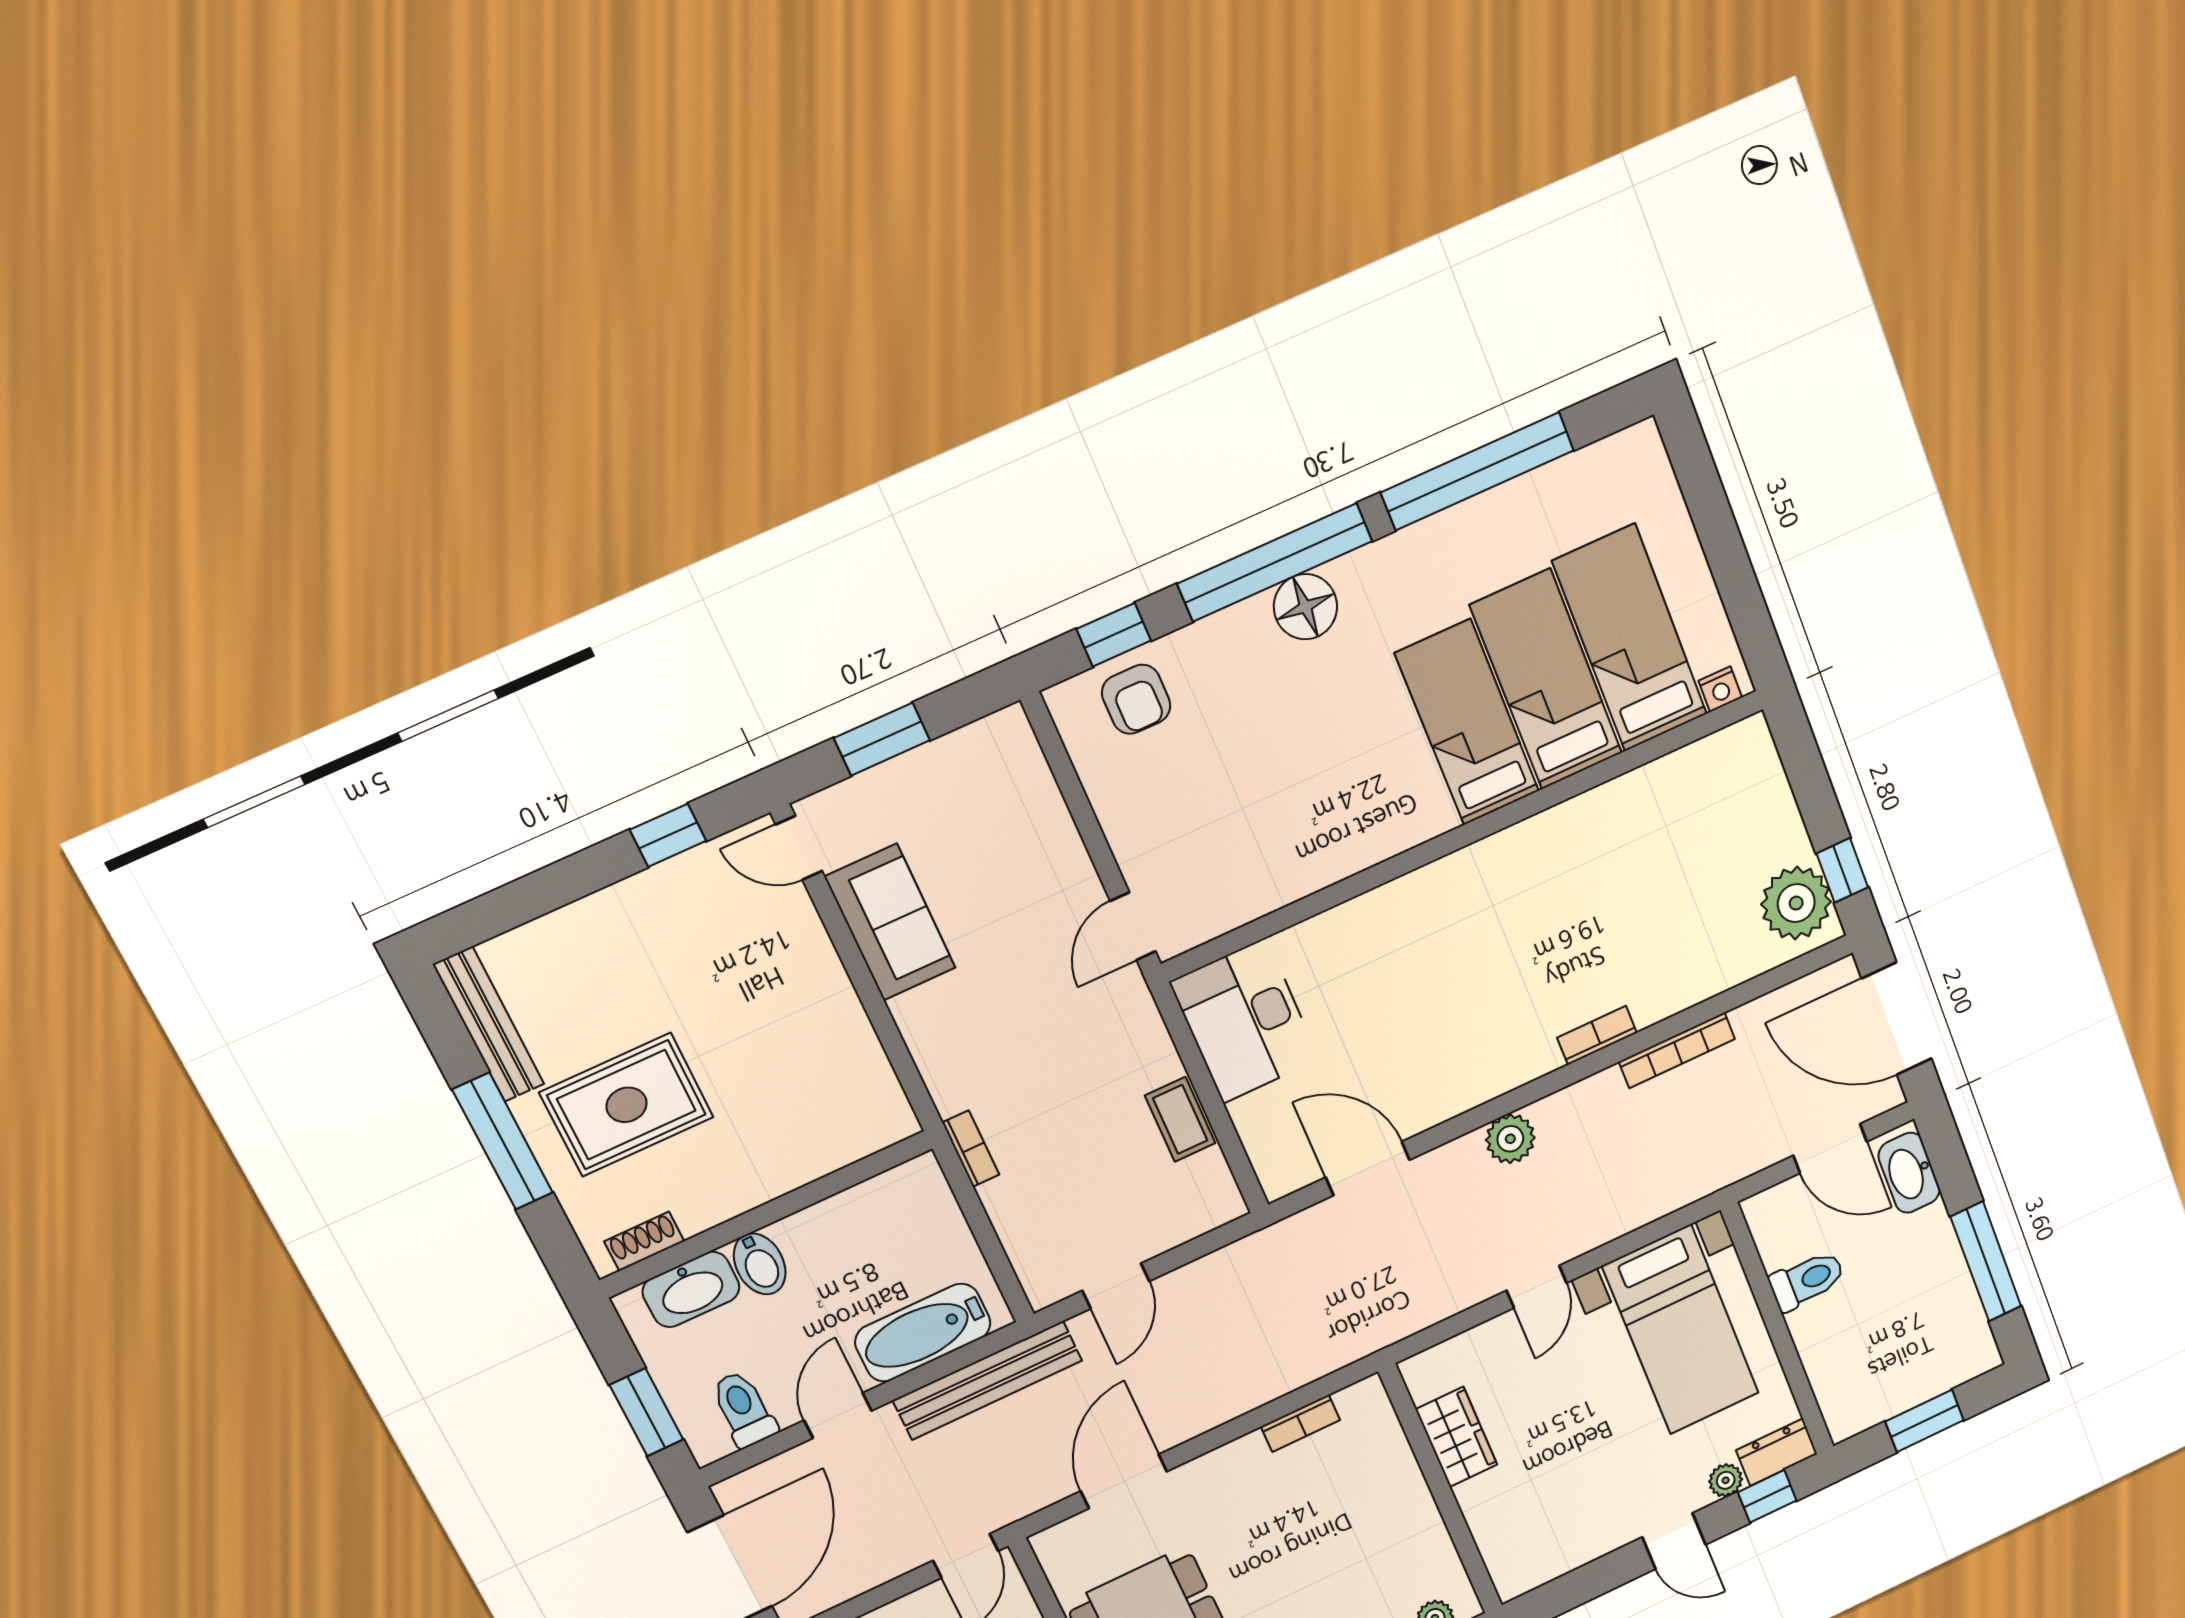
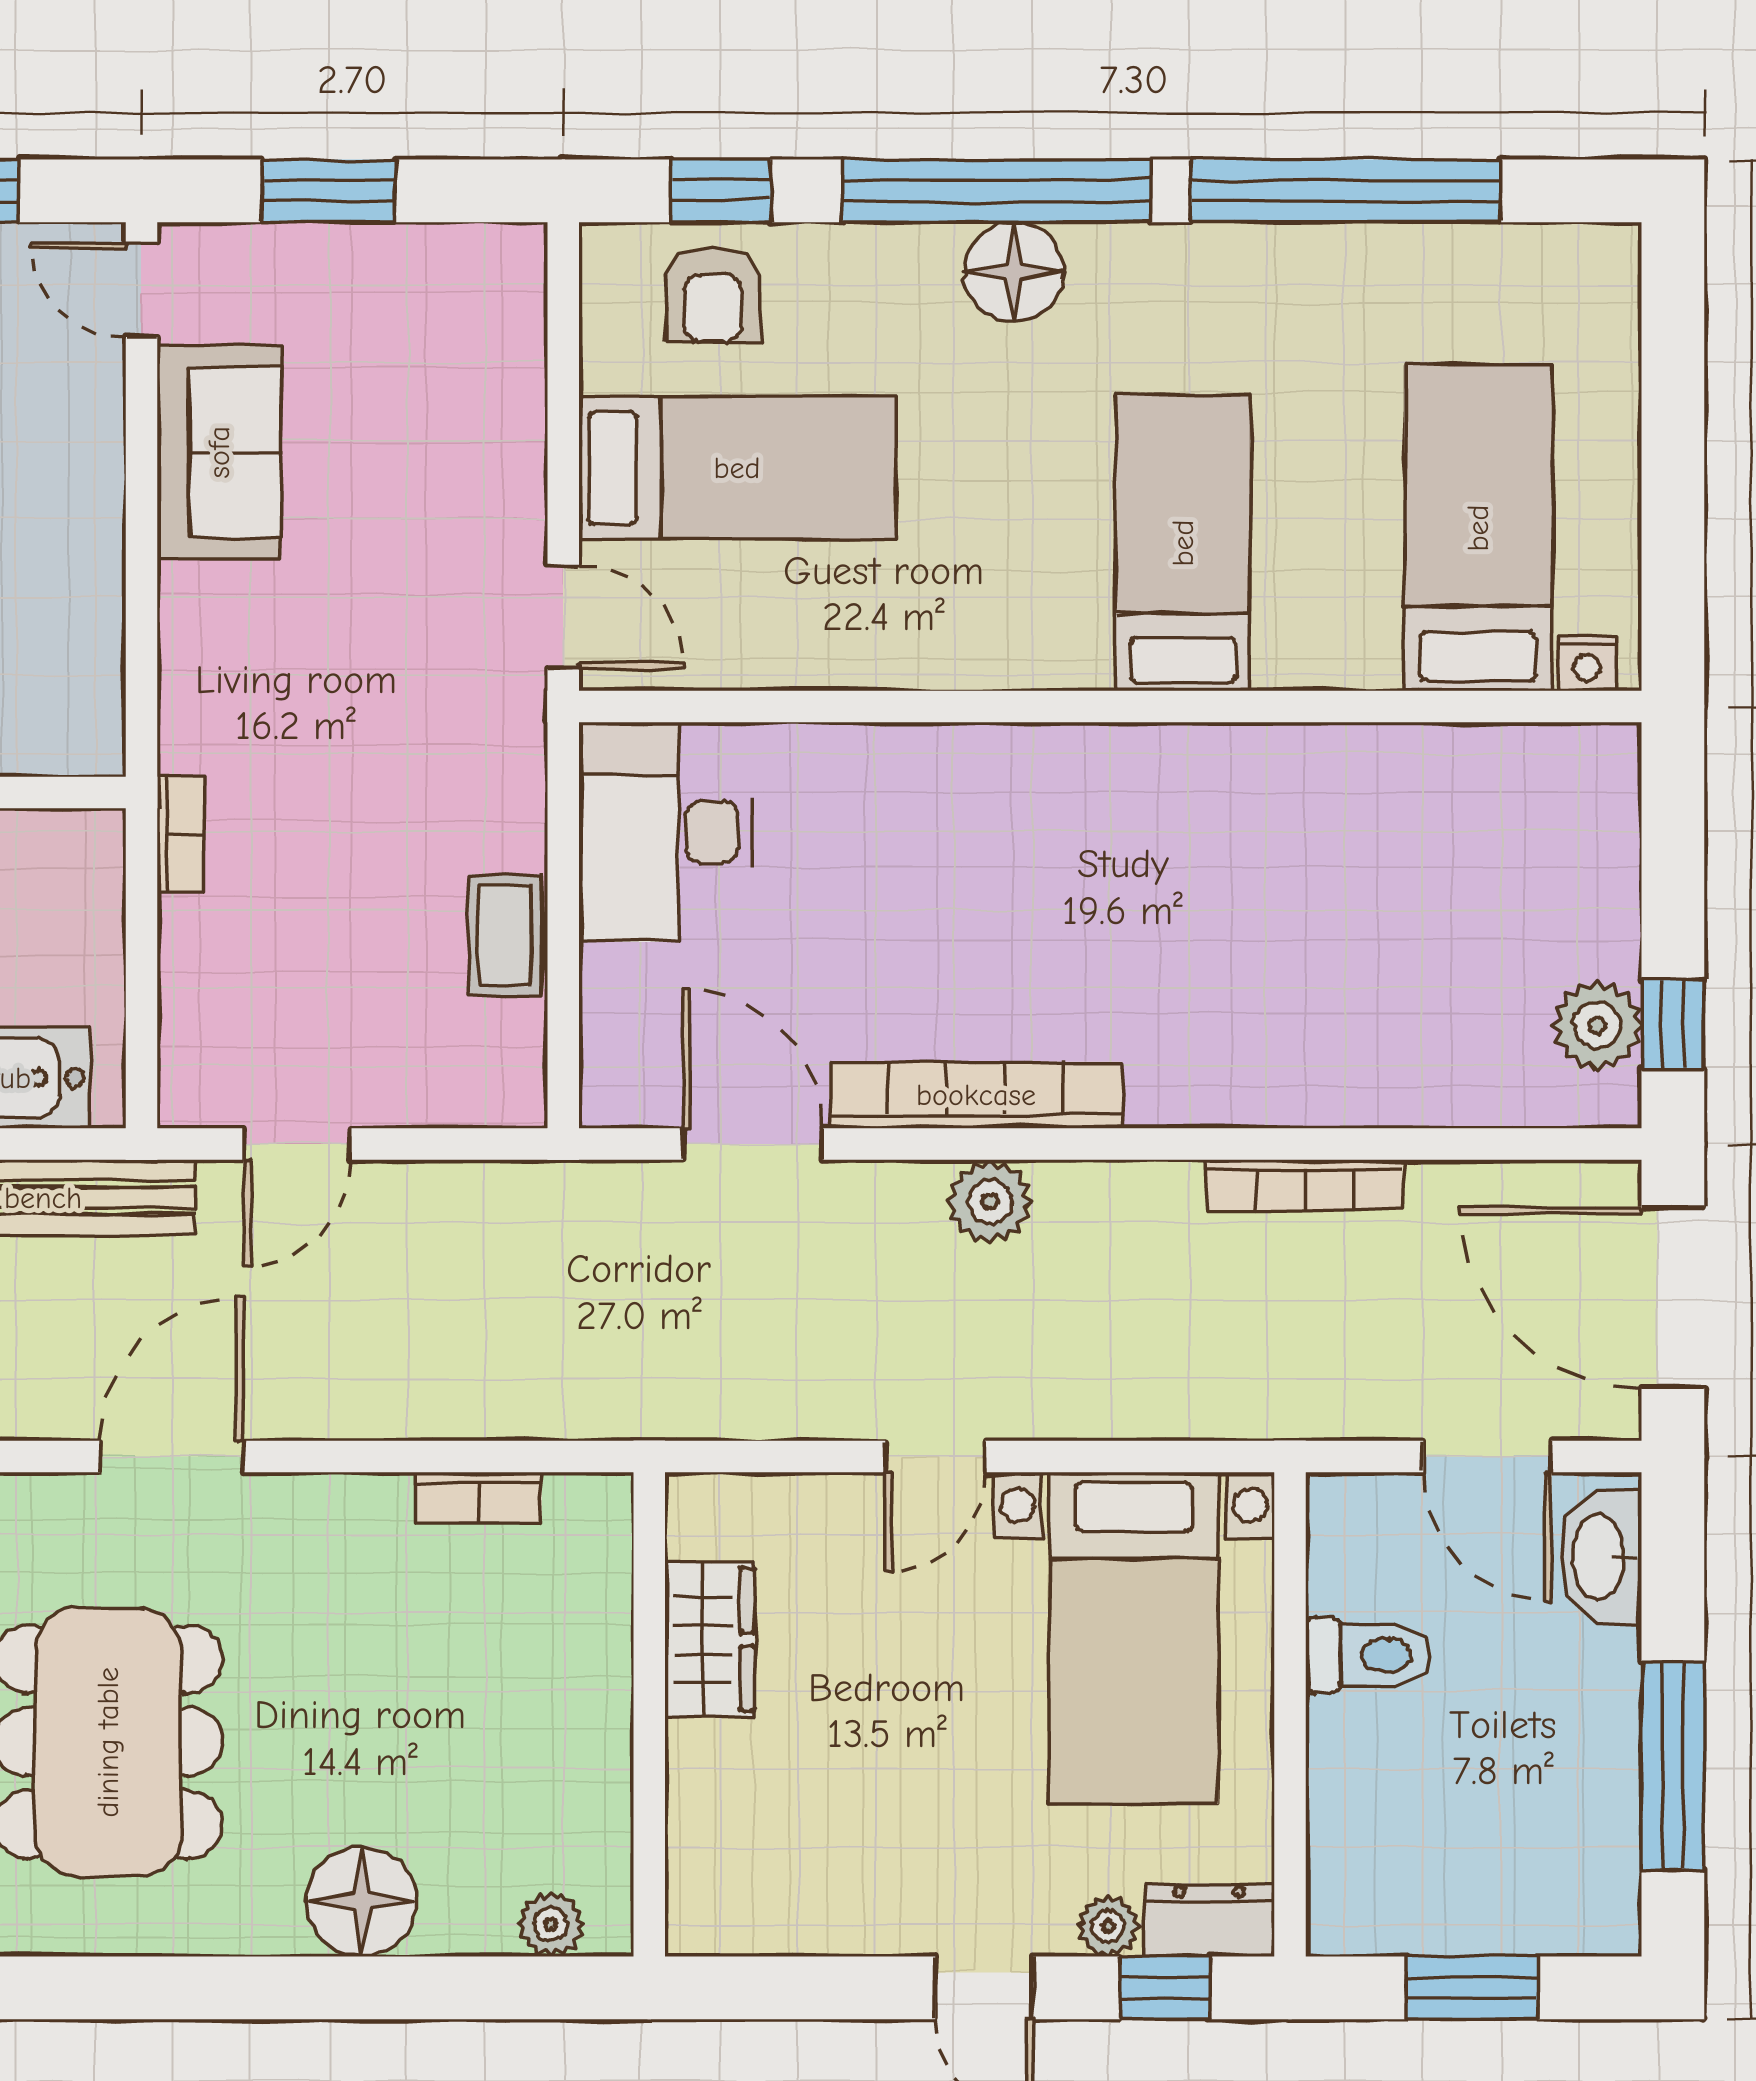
bed: (1546, 680) -> (737, 468), moved, turned 90
plant: (1796, 903) -> (1597, 1025), width x0.73, depth x0.73
door: (1133, 926) -> (563, 617), swing flipped
bookcase: (1597, 1035) -> (976, 1095), moved, width x2.31, depth x1.31

